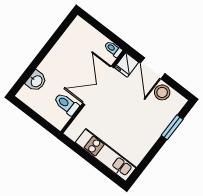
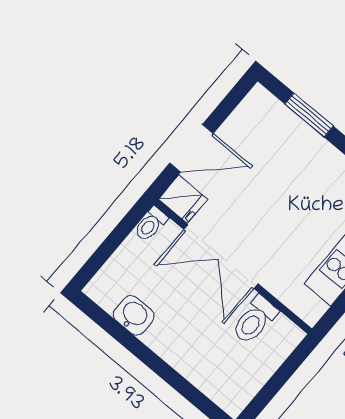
washbasin: (36, 81) -> (134, 315), moved
stool: (162, 92) -> (240, 132), removed

